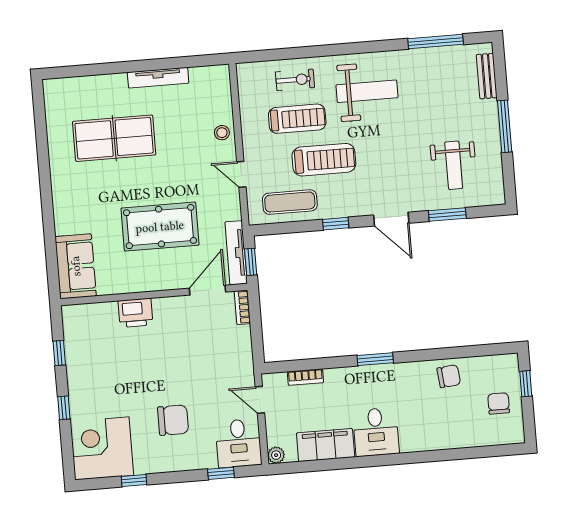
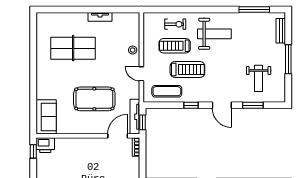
tv unit: (158, 78) -> (100, 17), width x0.71
treadmill: (297, 119) -> (175, 46), turned 180
printer: (135, 313) -> (45, 145), moved
window: (59, 353) -> (33, 151), moved

